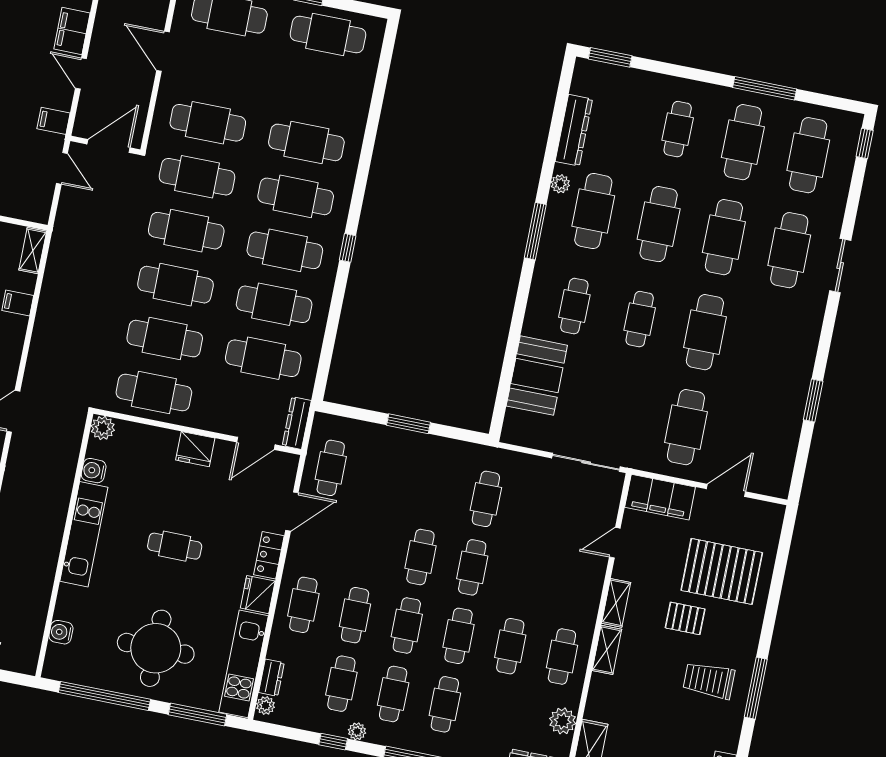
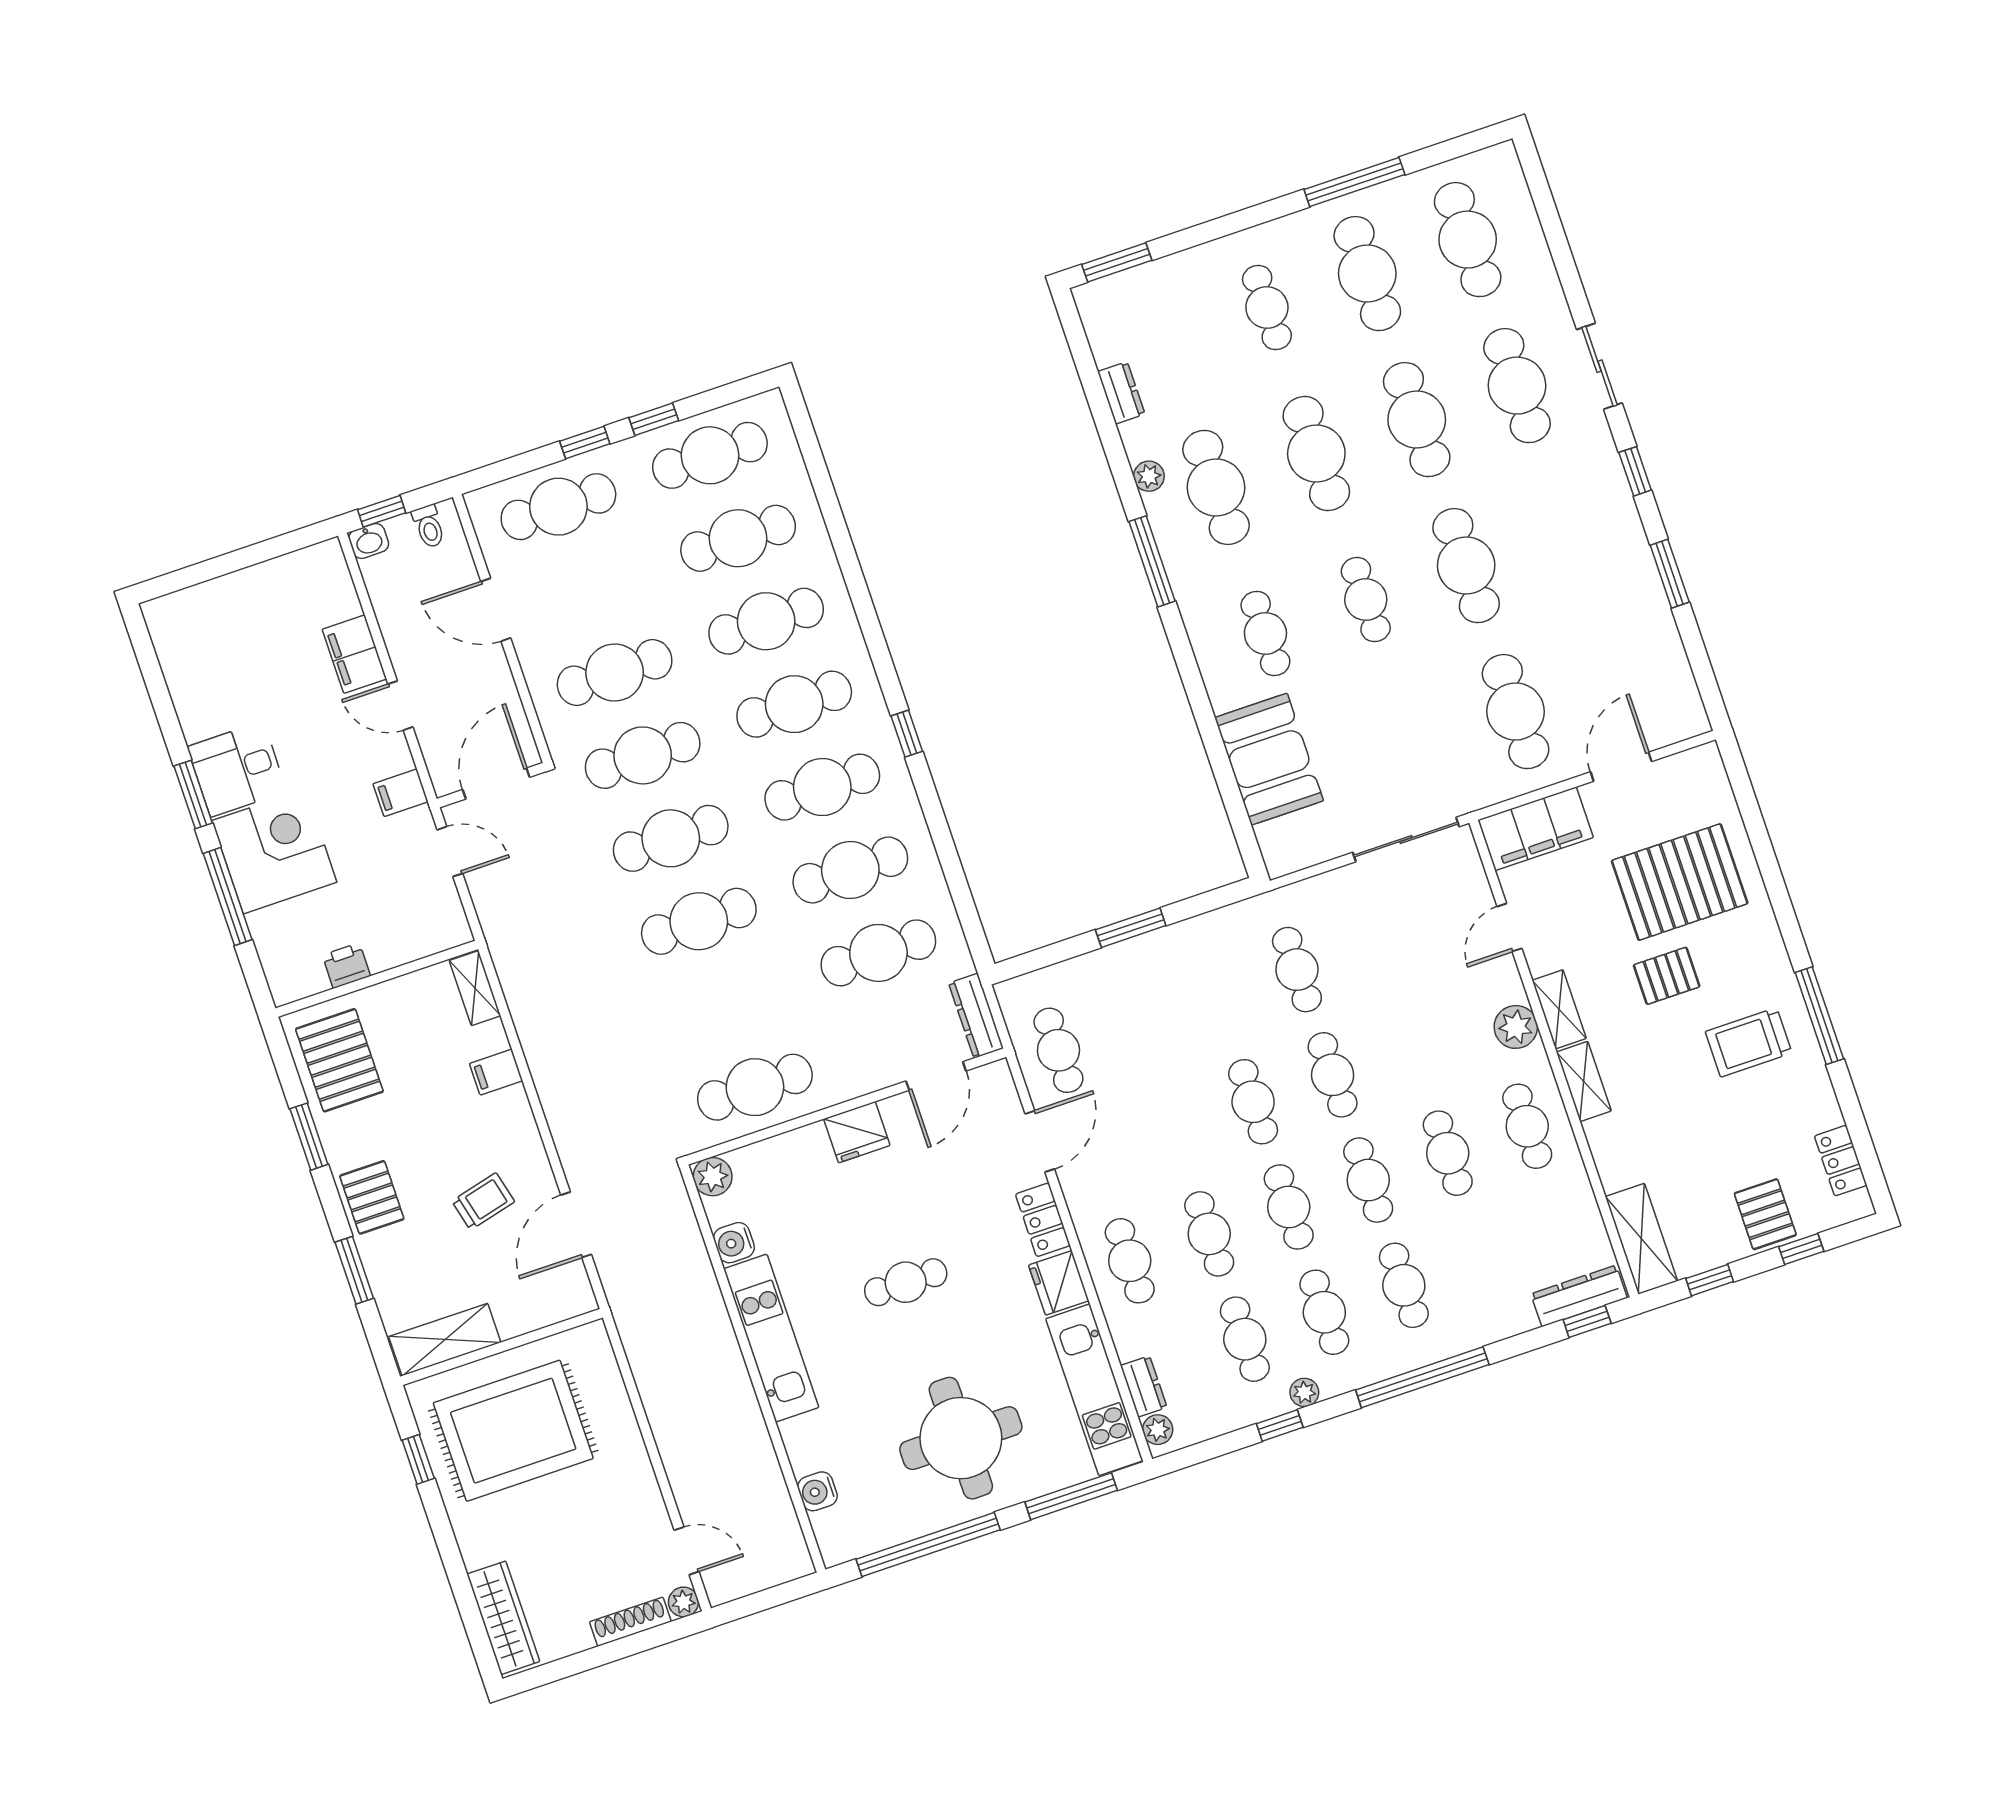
dresser: (574, 130) -> (1121, 393), width x0.51, depth x0.80
window: (865, 144) -> (1635, 471), moved
cafe table: (165, 339) -> (738, 538), moved
plant: (563, 721) -> (1516, 1027), moved

